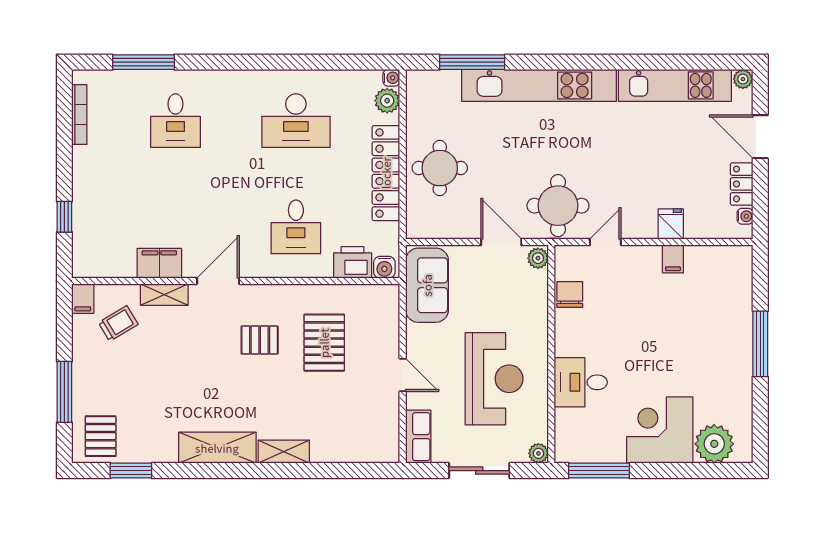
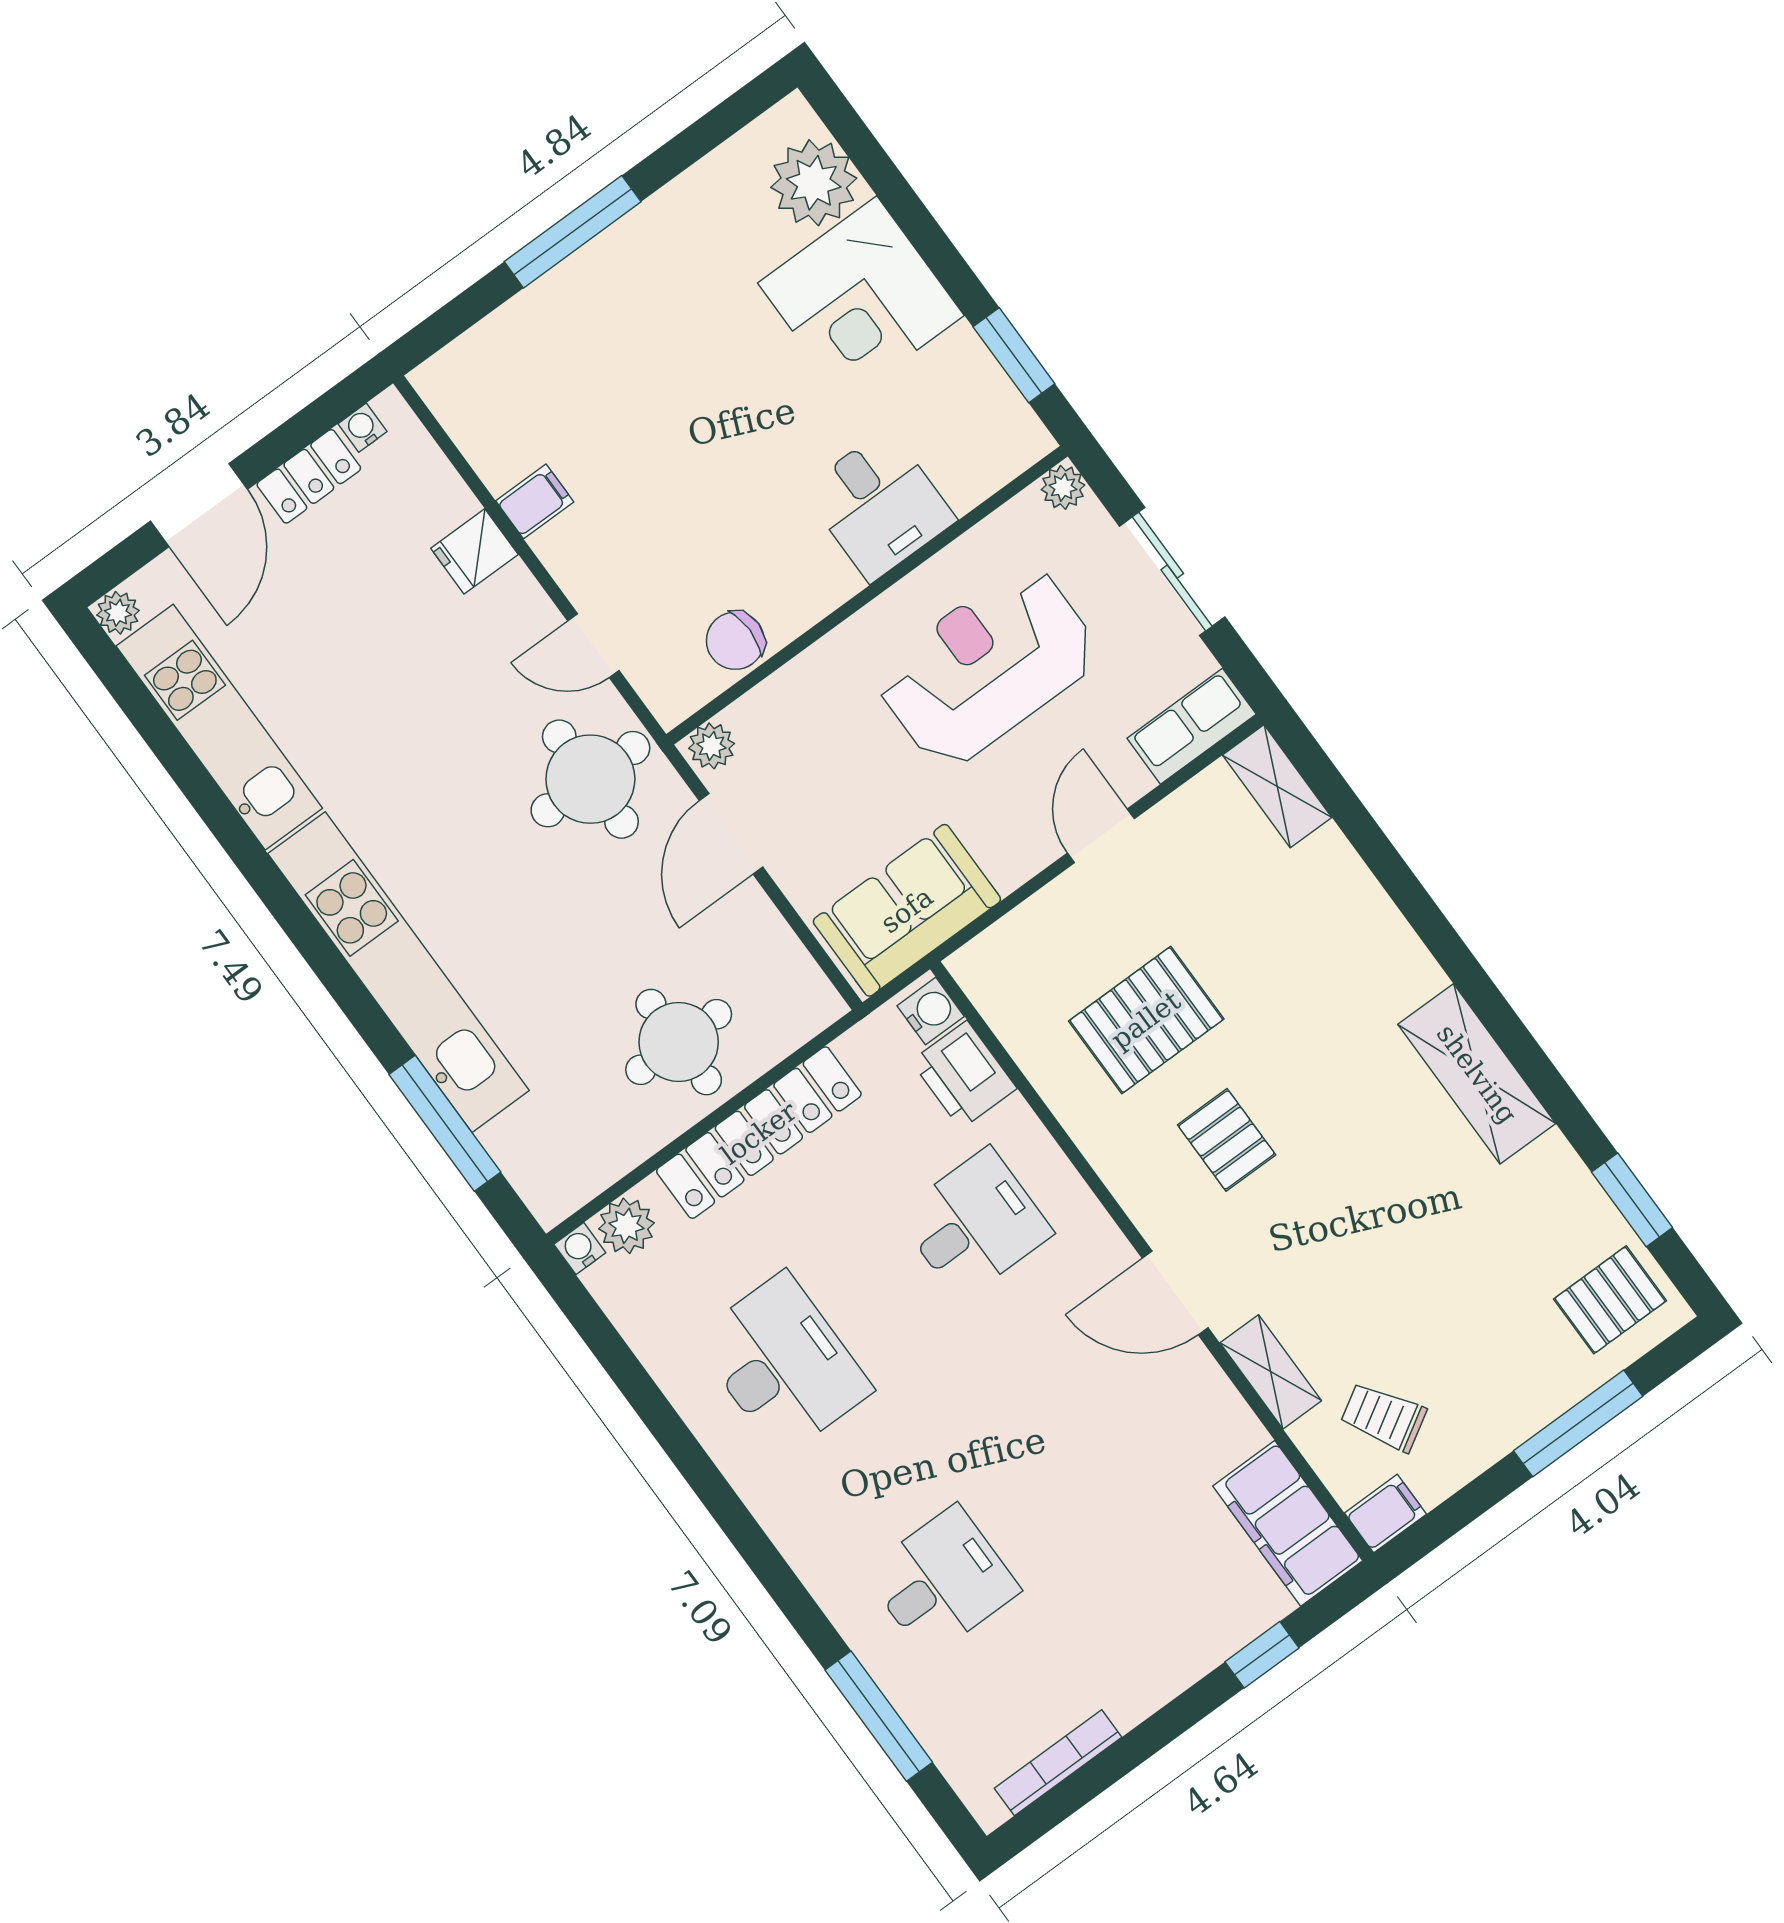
filing cabinet: (159, 263) -> (1288, 1523), moved, width x1.50, depth x1.17
shelving: (284, 452) -> (1277, 786), moved
window: (599, 471) -> (1014, 355), width x0.69

